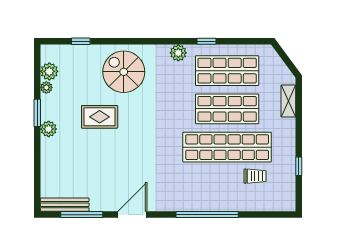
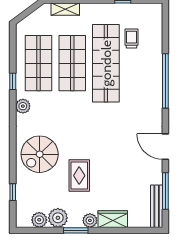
plant: (46, 87) -> (58, 218), width x1.88, depth x1.88
wardrobe: (50, 155) -> (113, 219), added

